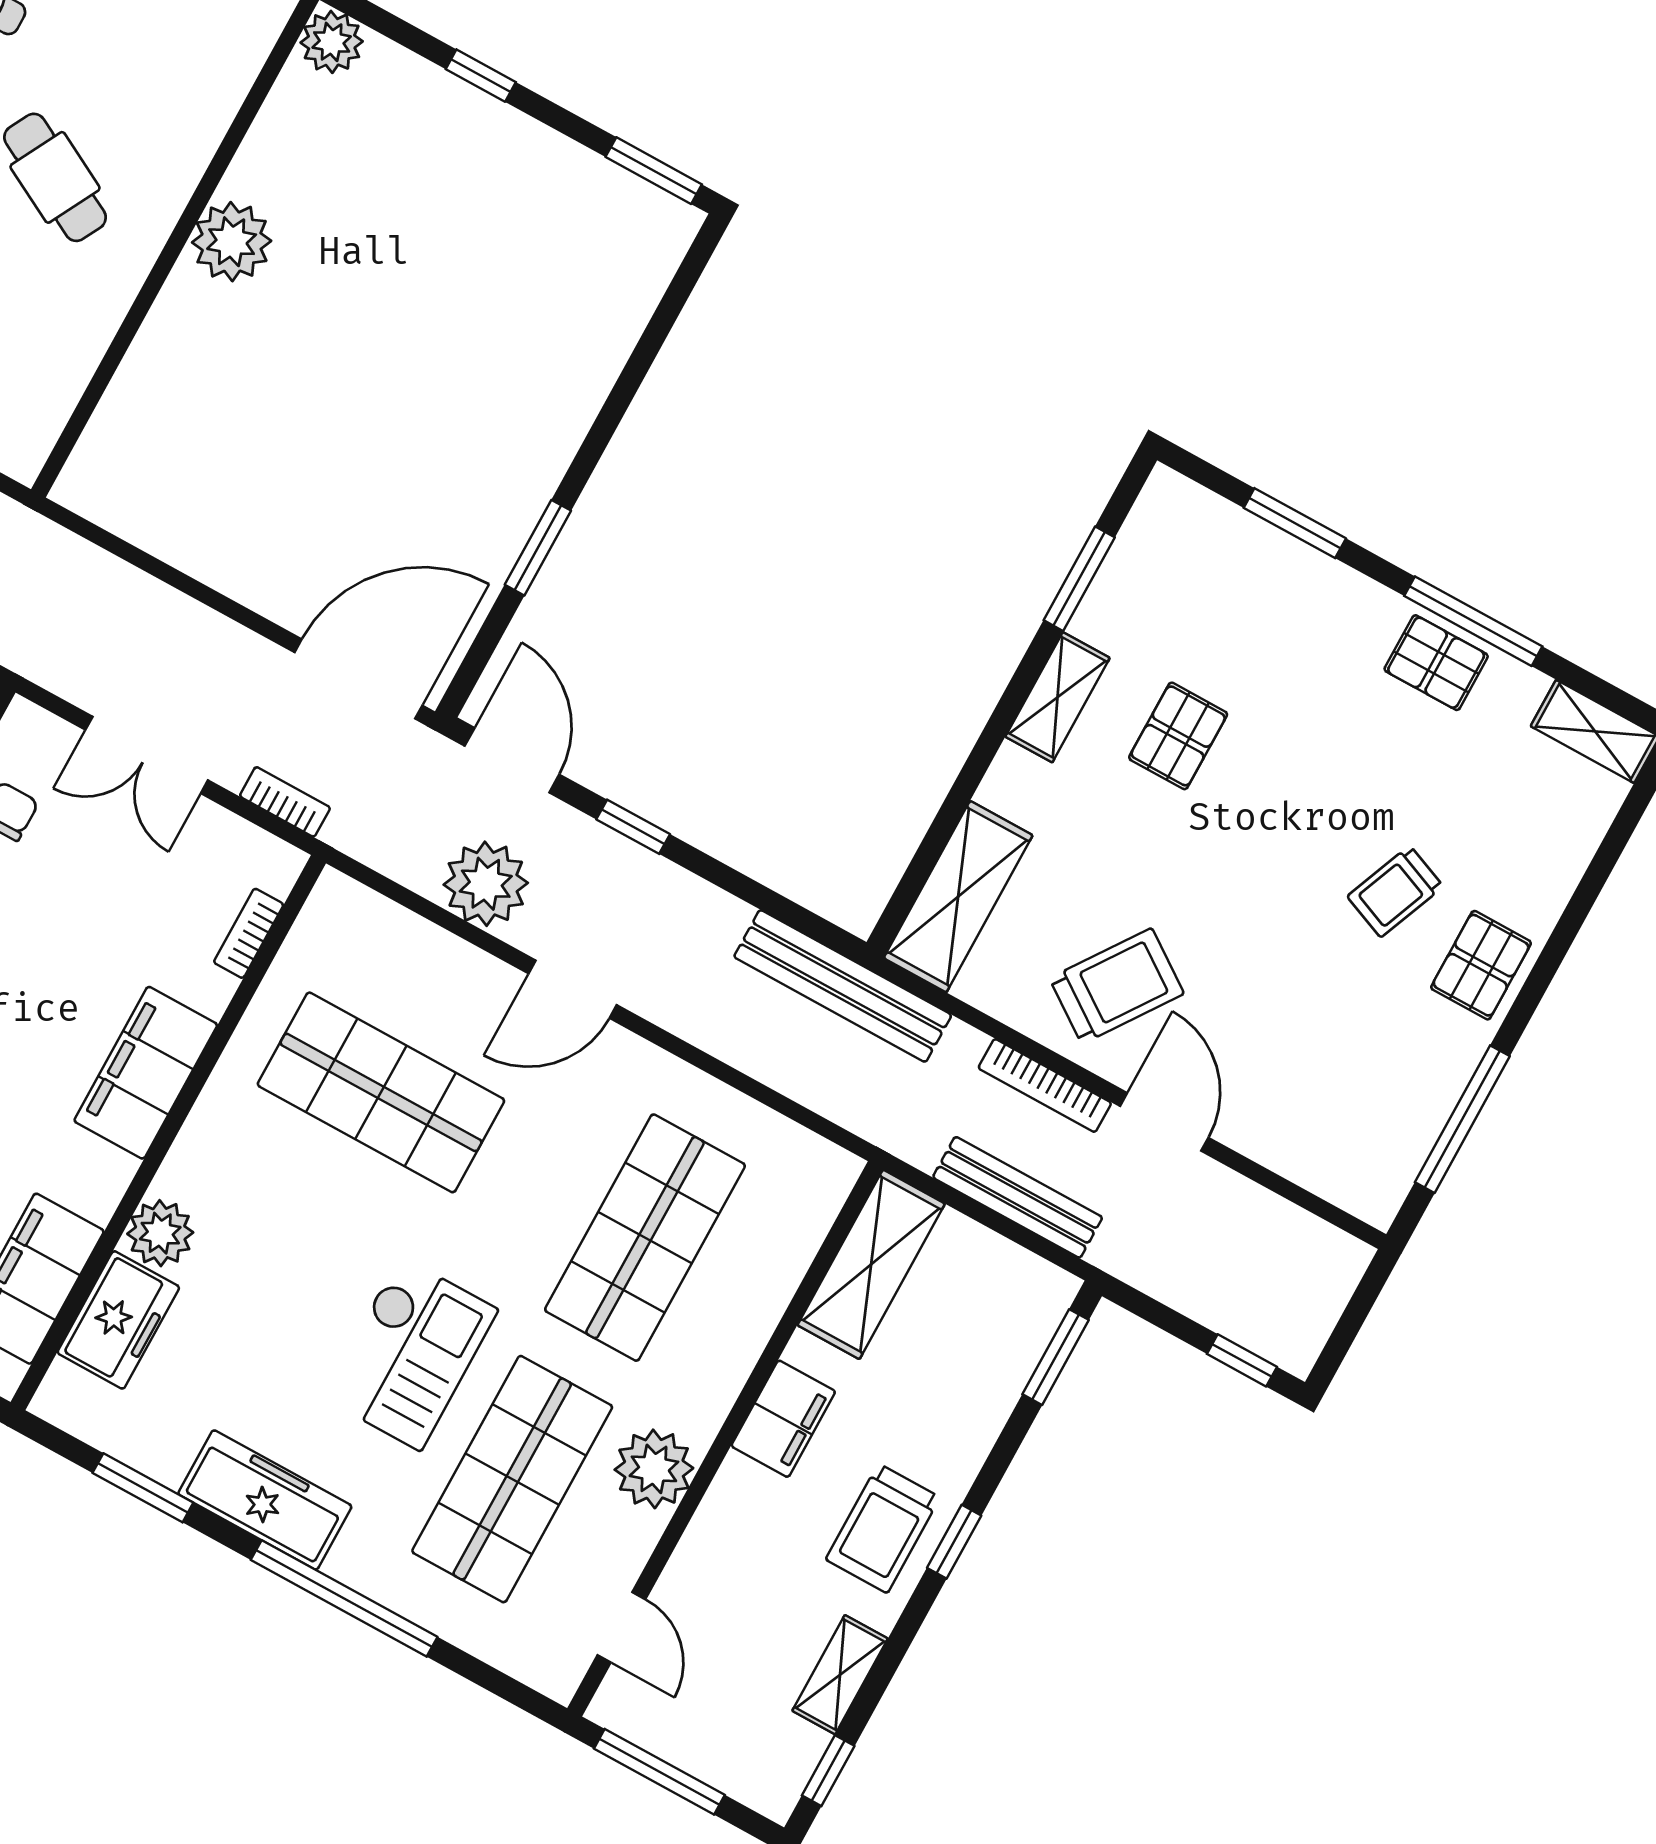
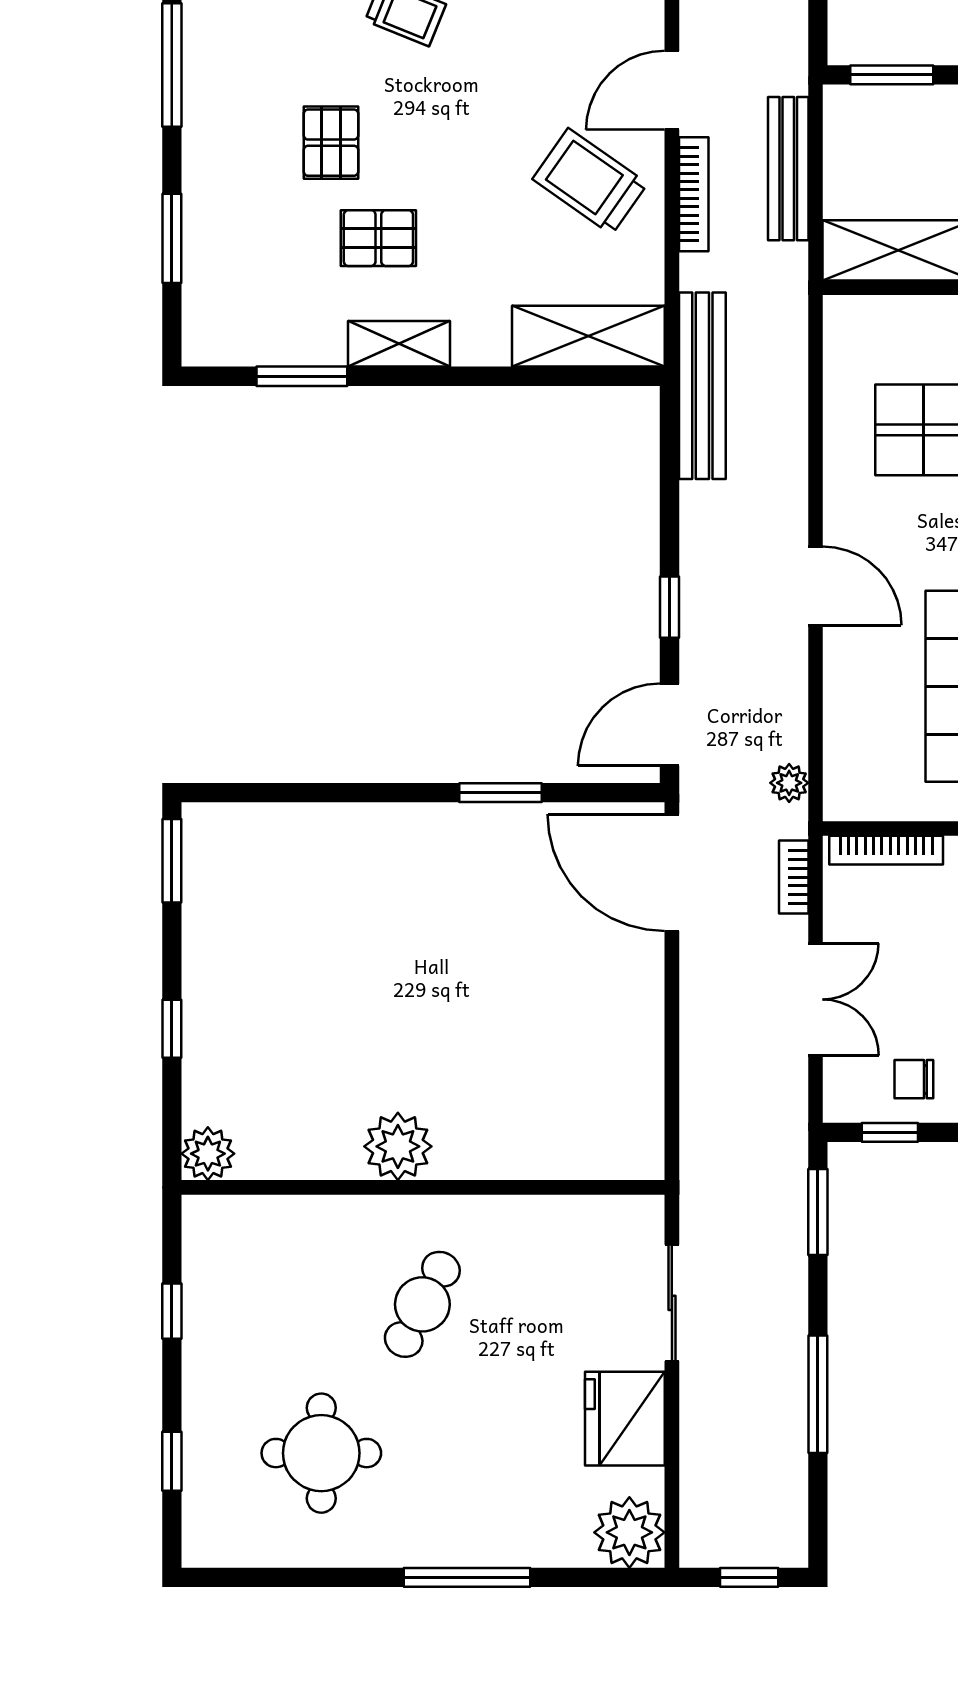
pallet: (1436, 663) -> (331, 143), moved
plant: (486, 884) -> (789, 783), moved, width x0.53, depth x0.53
bookcase: (249, 933) -> (886, 850), width x1.56

